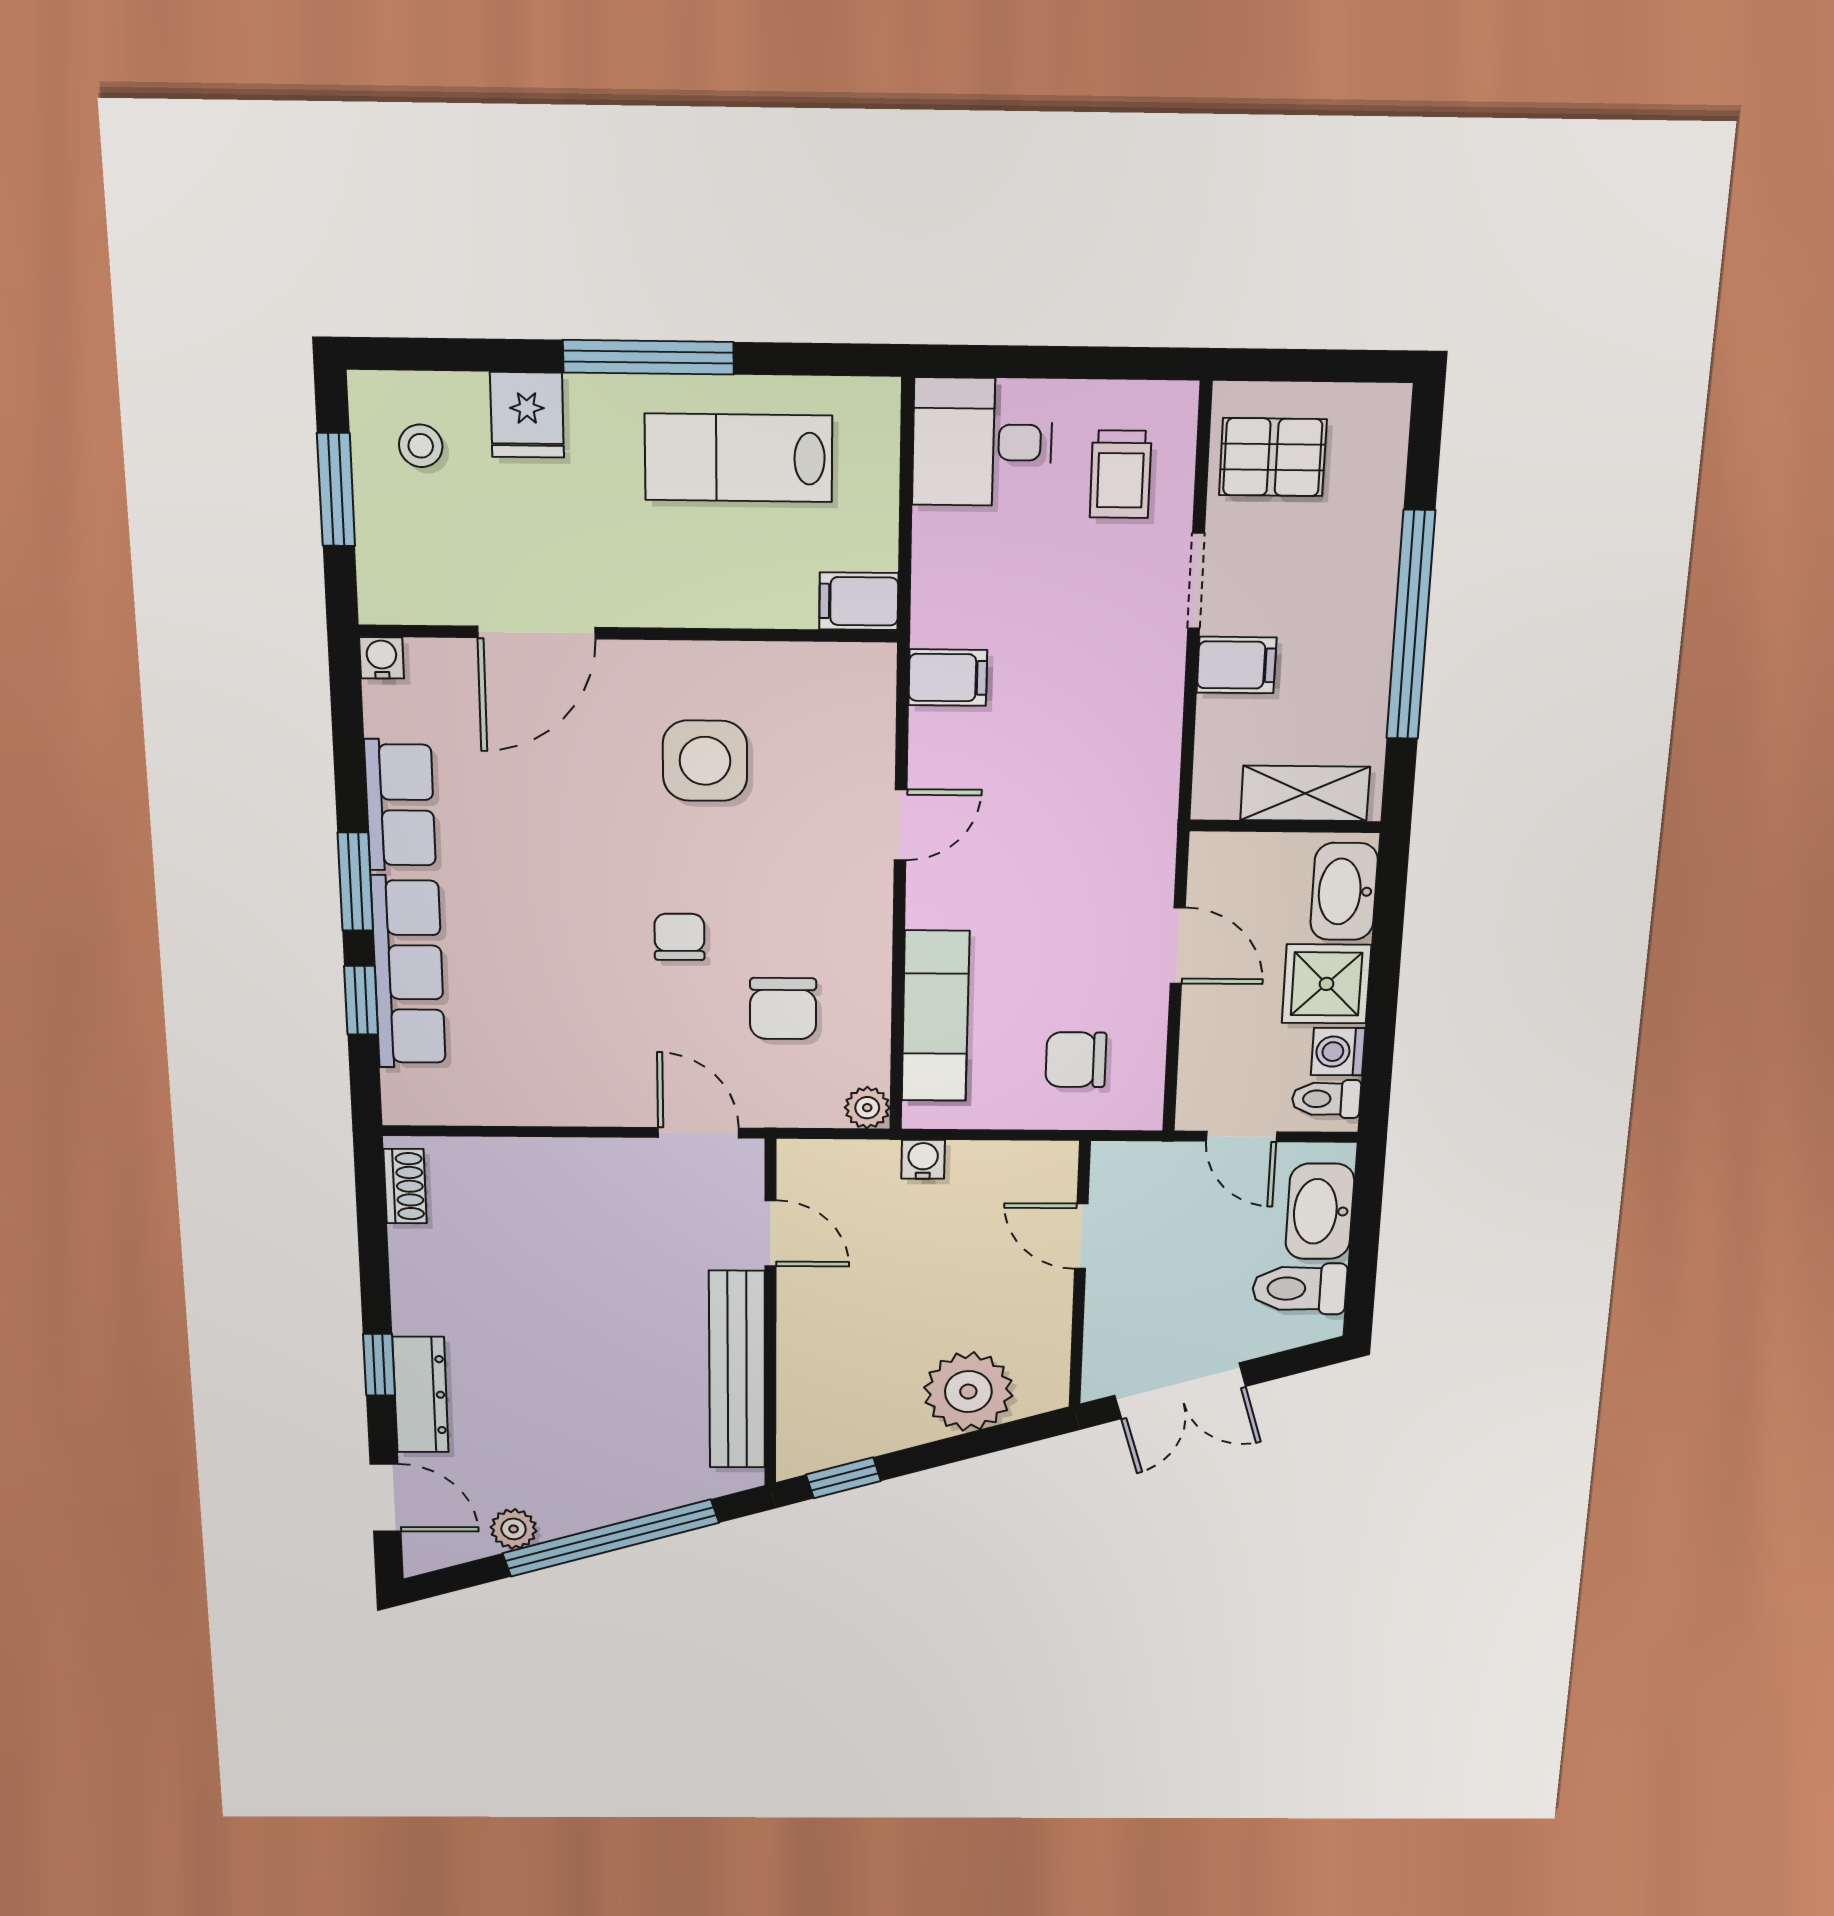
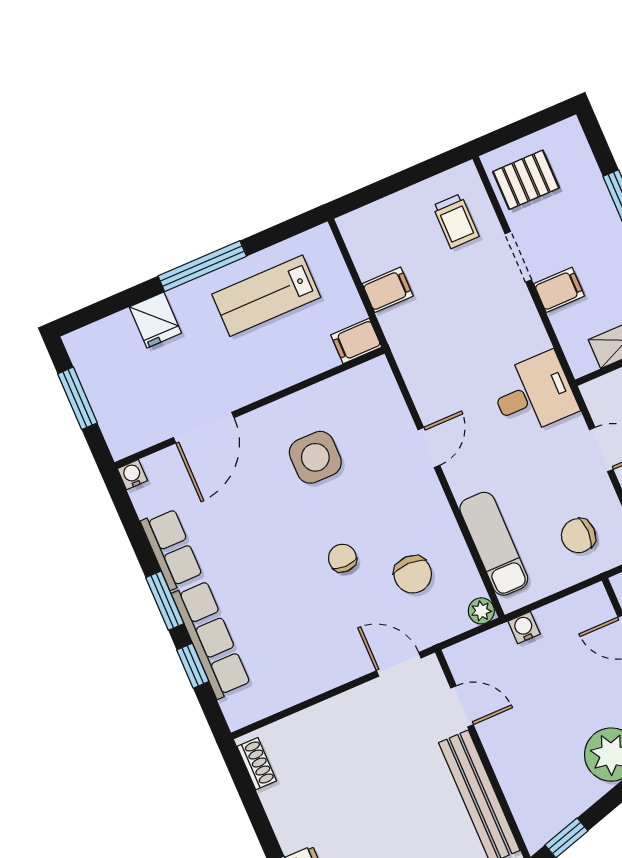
desk: (982, 442) -> (534, 394), moved, turned 180
stool: (421, 446) -> (110, 358), removed
filing cabinet: (948, 678) -> (388, 290), moved

